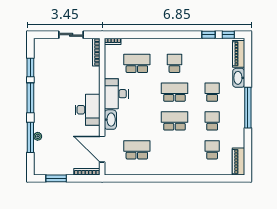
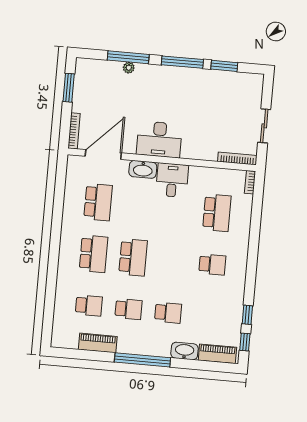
school desk: (174, 92) -> (93, 254), moved
desk: (116, 94) -> (172, 180), width x0.73
piano: (239, 162) -> (98, 343), moved

